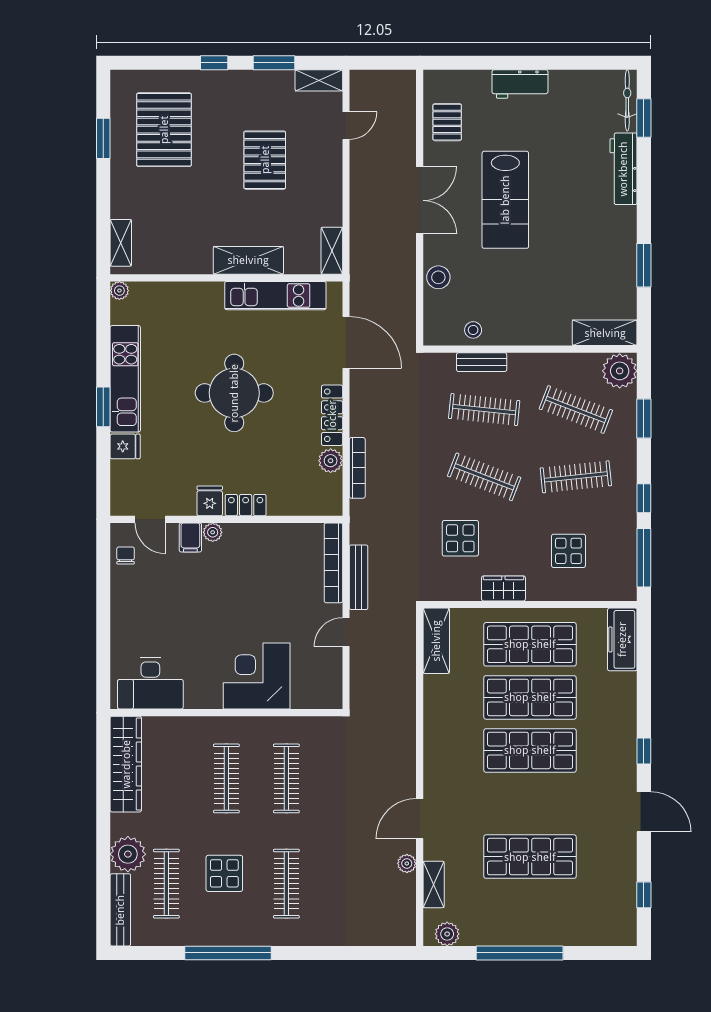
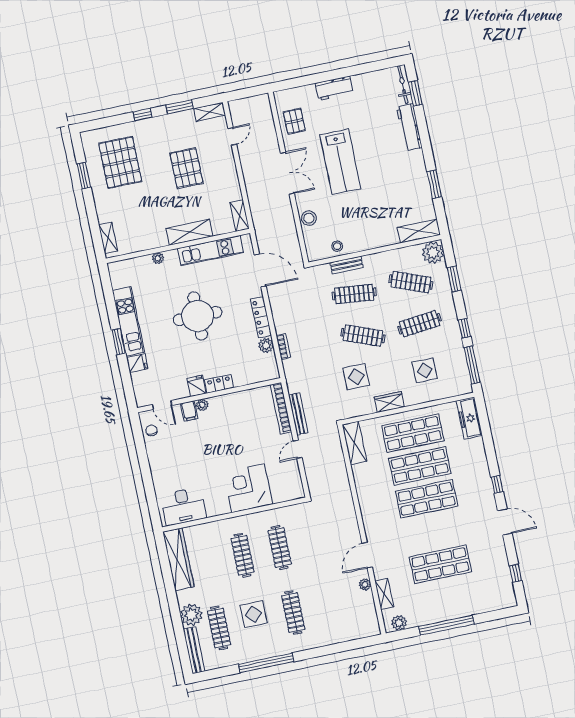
plant: (119, 291) -> (158, 258), moved
bookcase: (357, 468) -> (283, 346), width x0.64

